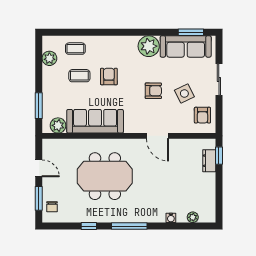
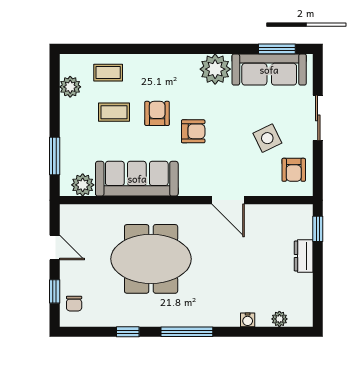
armchair: (153, 91) -> (193, 131), moved
dresser: (209, 161) -> (304, 256), moved
window: (39, 198) -> (55, 291), width x0.67

